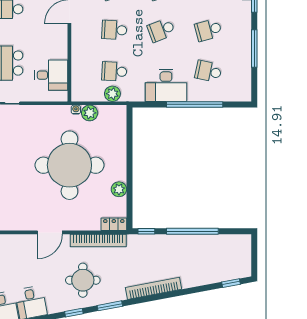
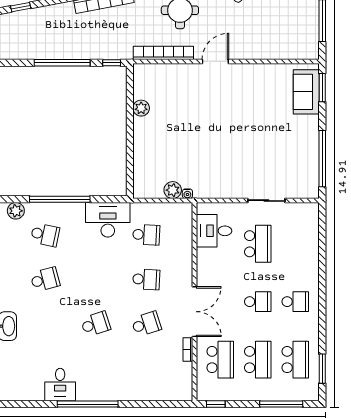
school desk: (161, 30) -> (96, 279), removed
desk: (166, 85) -> (108, 220), moved
plant: (112, 94) -> (16, 211), moved
round table: (69, 165) -> (194, 134), removed
locker: (114, 224) -> (147, 70), removed

